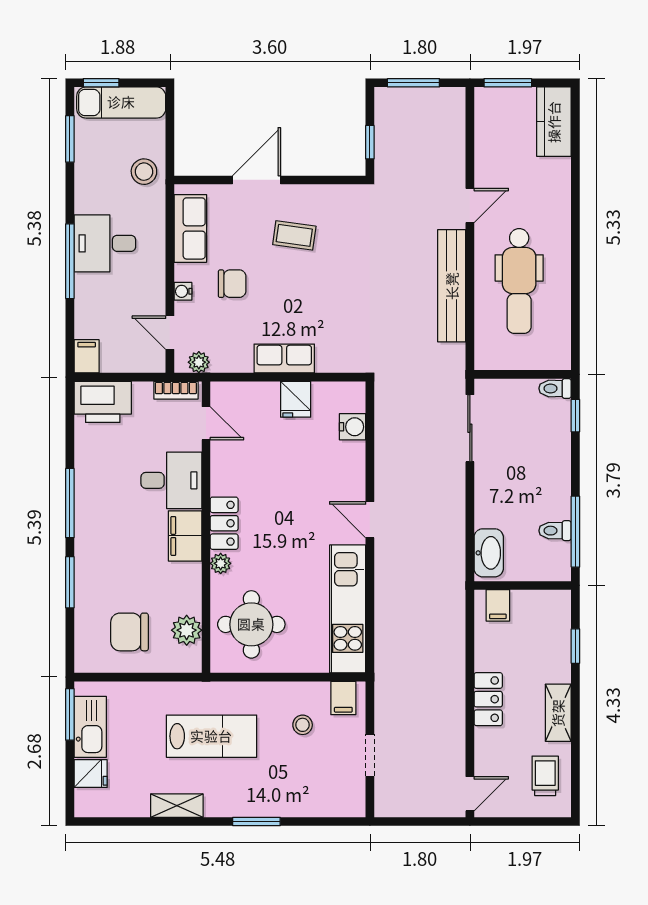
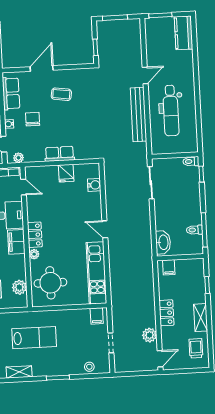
chair: (232, 284) -> (33, 119), turned -90
stool: (303, 725) -> (89, 367), moved
plant: (451, 743) -> (149, 335), added

